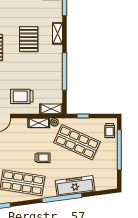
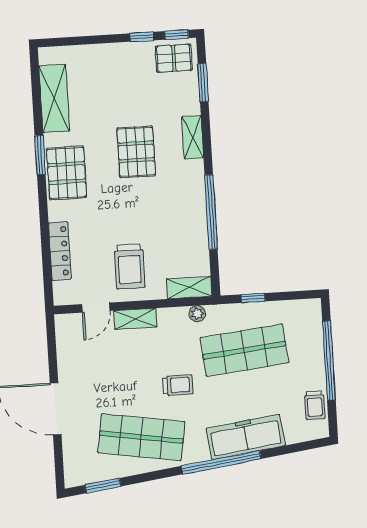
trolley: (22, 96) -> (130, 266), turned -90
shelving: (39, 123) -> (135, 319), moved
trolley: (110, 130) -> (315, 405), moved
shop shelf: (77, 142) -> (244, 350), turned -30

